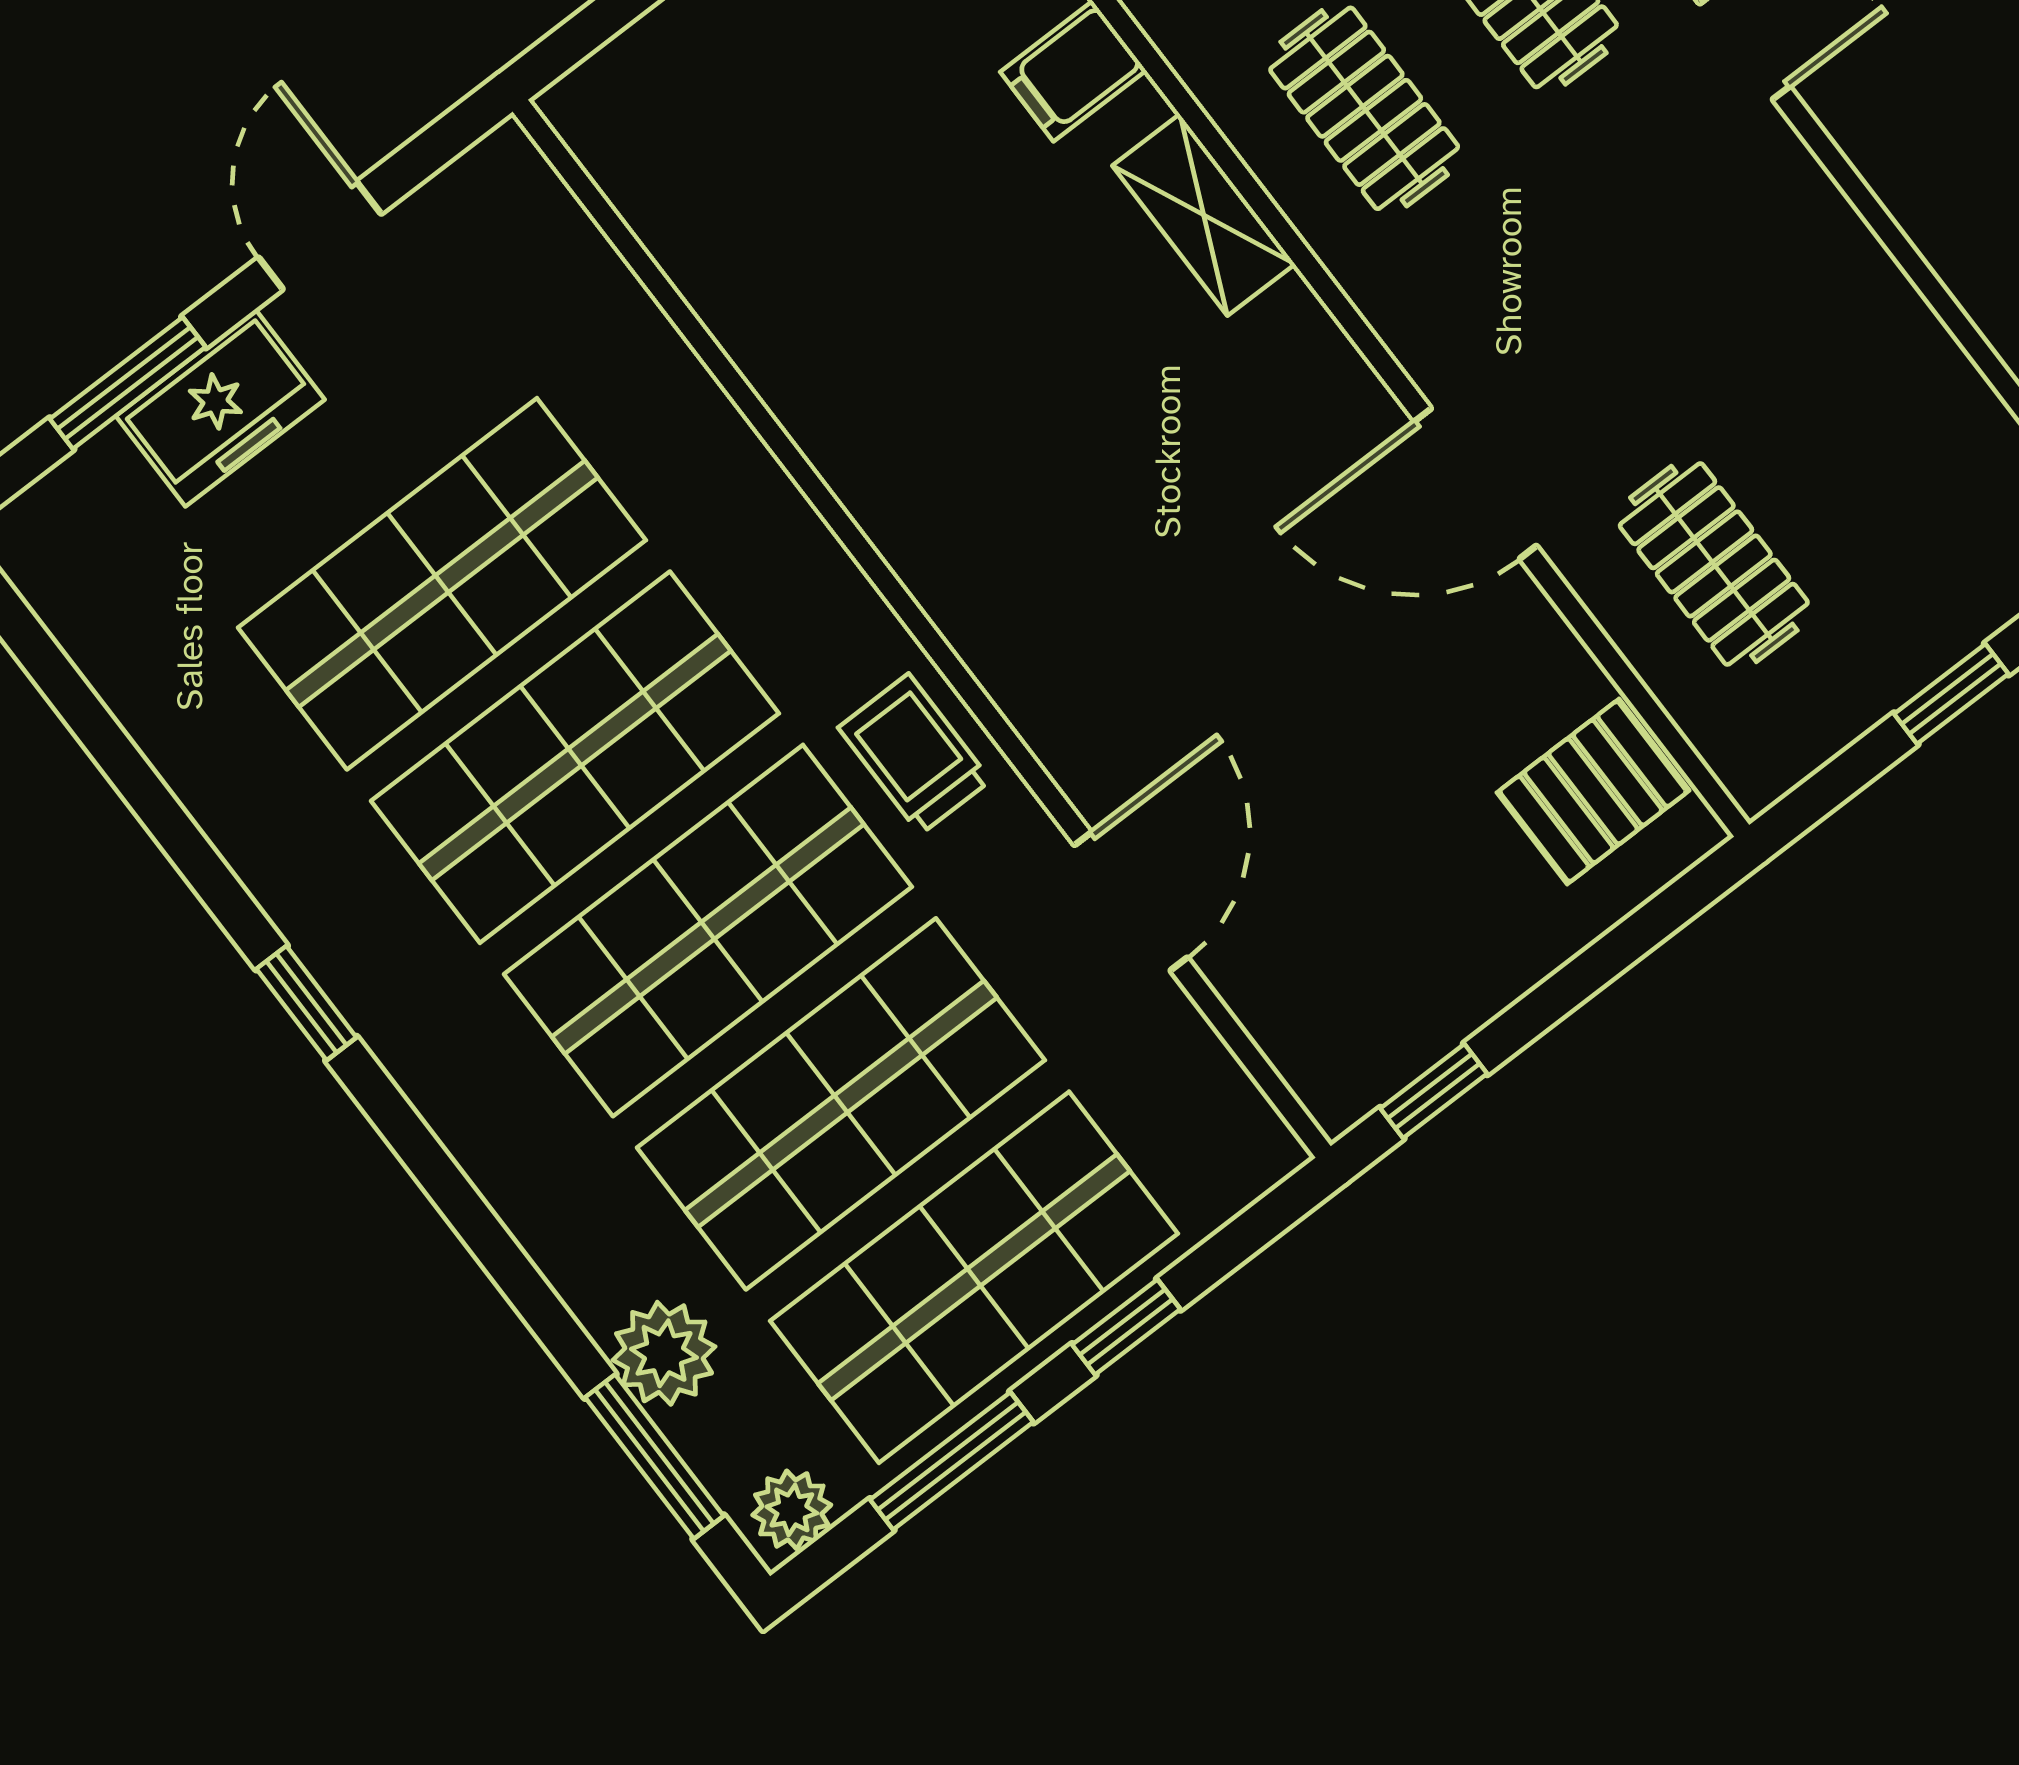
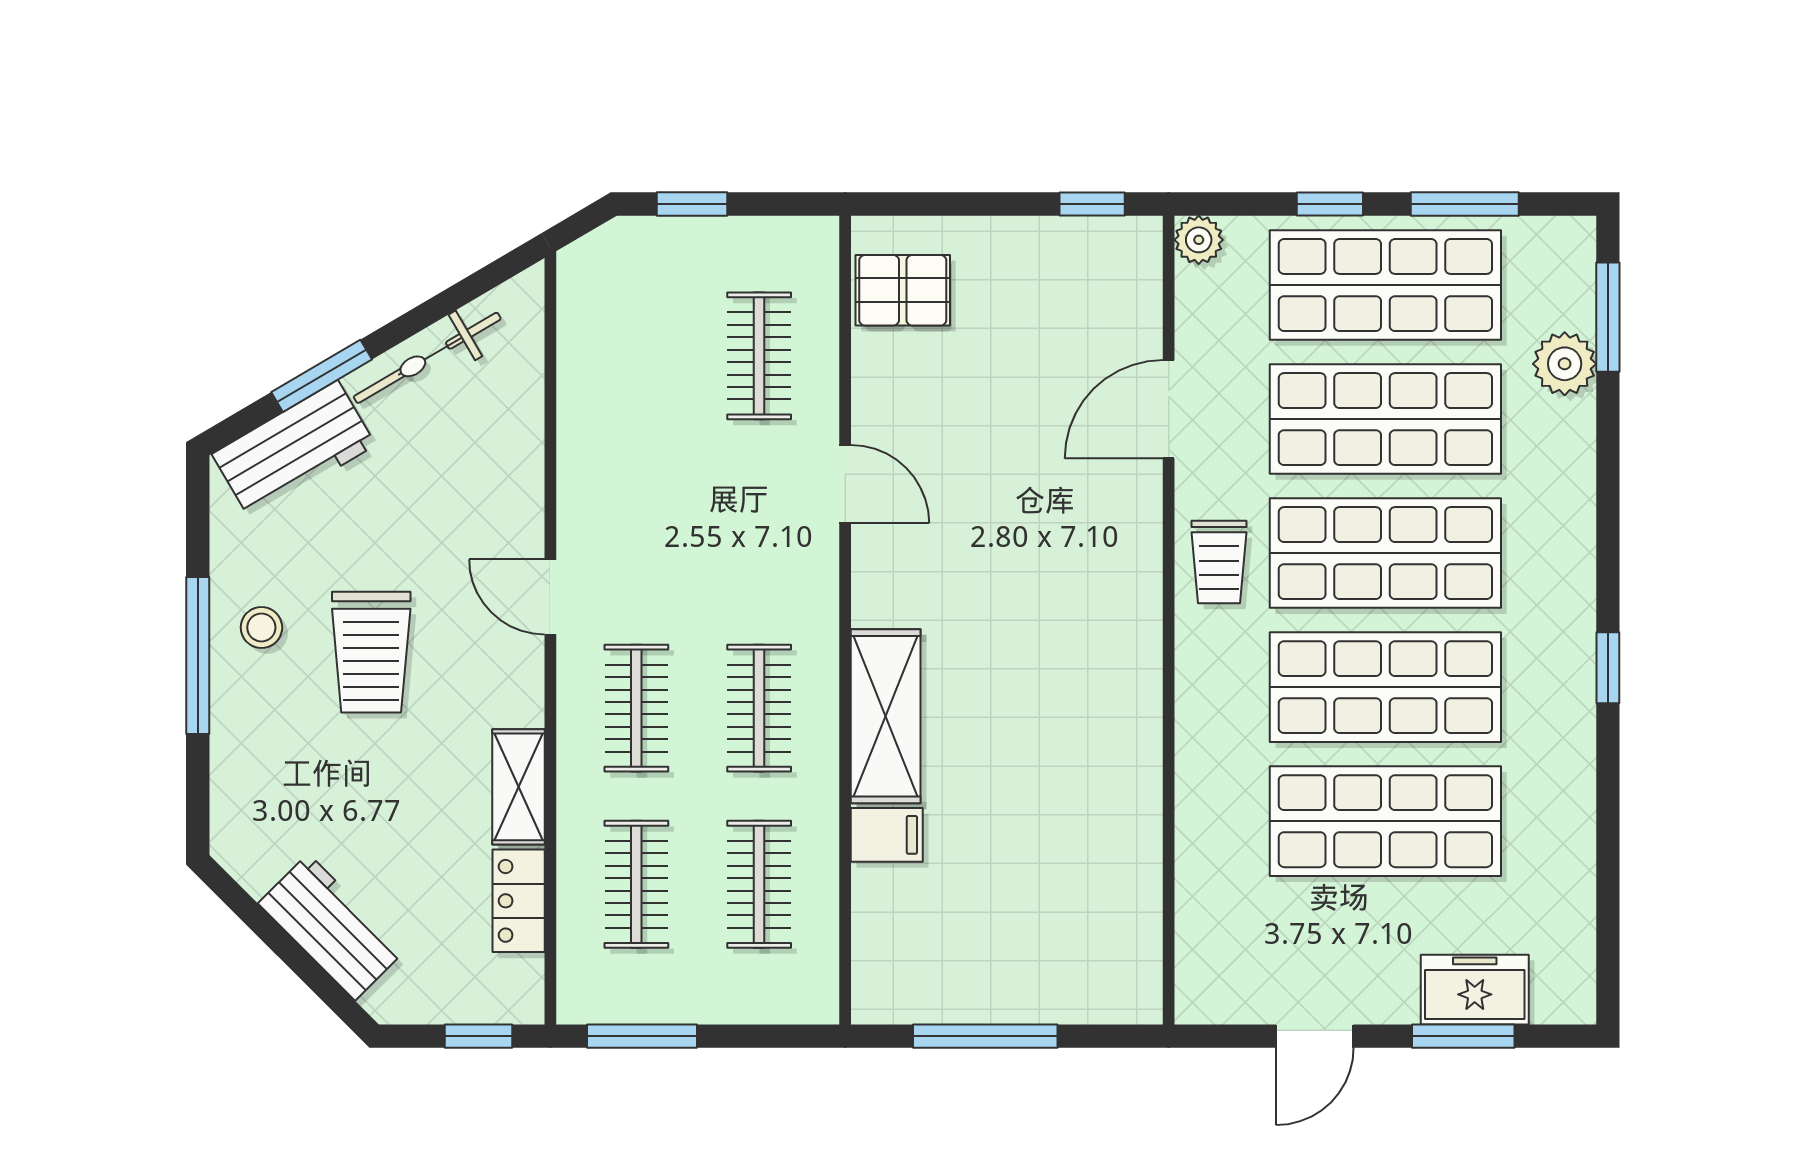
shelving: (1204, 215) -> (886, 716), width x1.50, depth x1.33
freezer: (220, 408) -> (1475, 990), moved
door: (1475, 484) -> (845, 484), width x0.73
plant: (792, 1510) -> (1199, 240), moved

